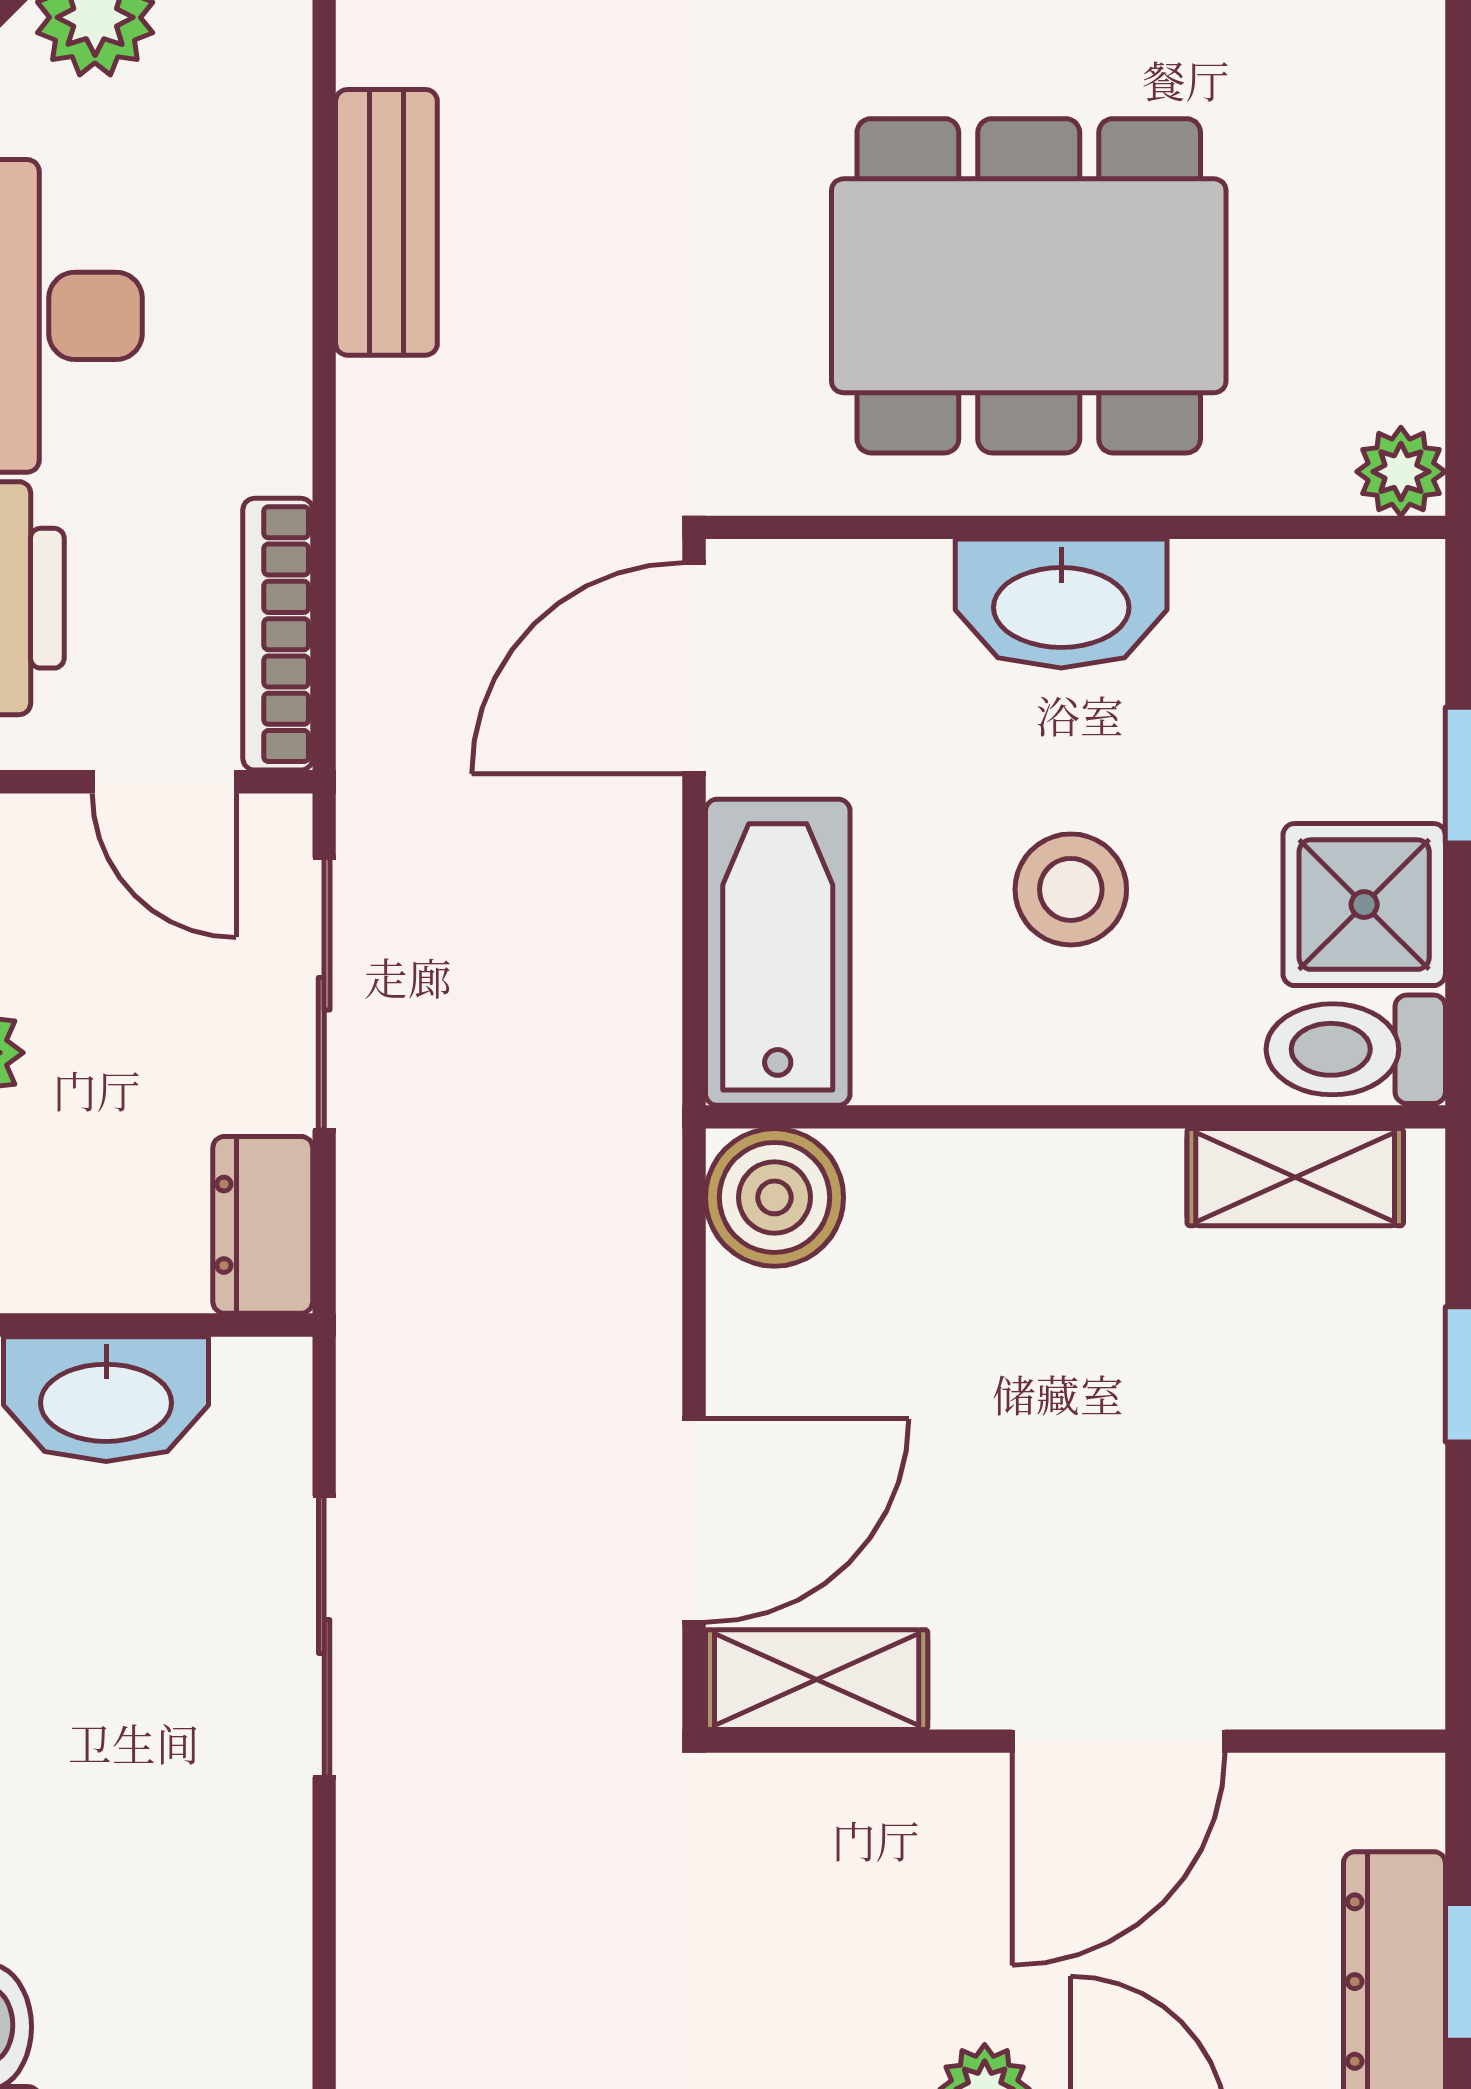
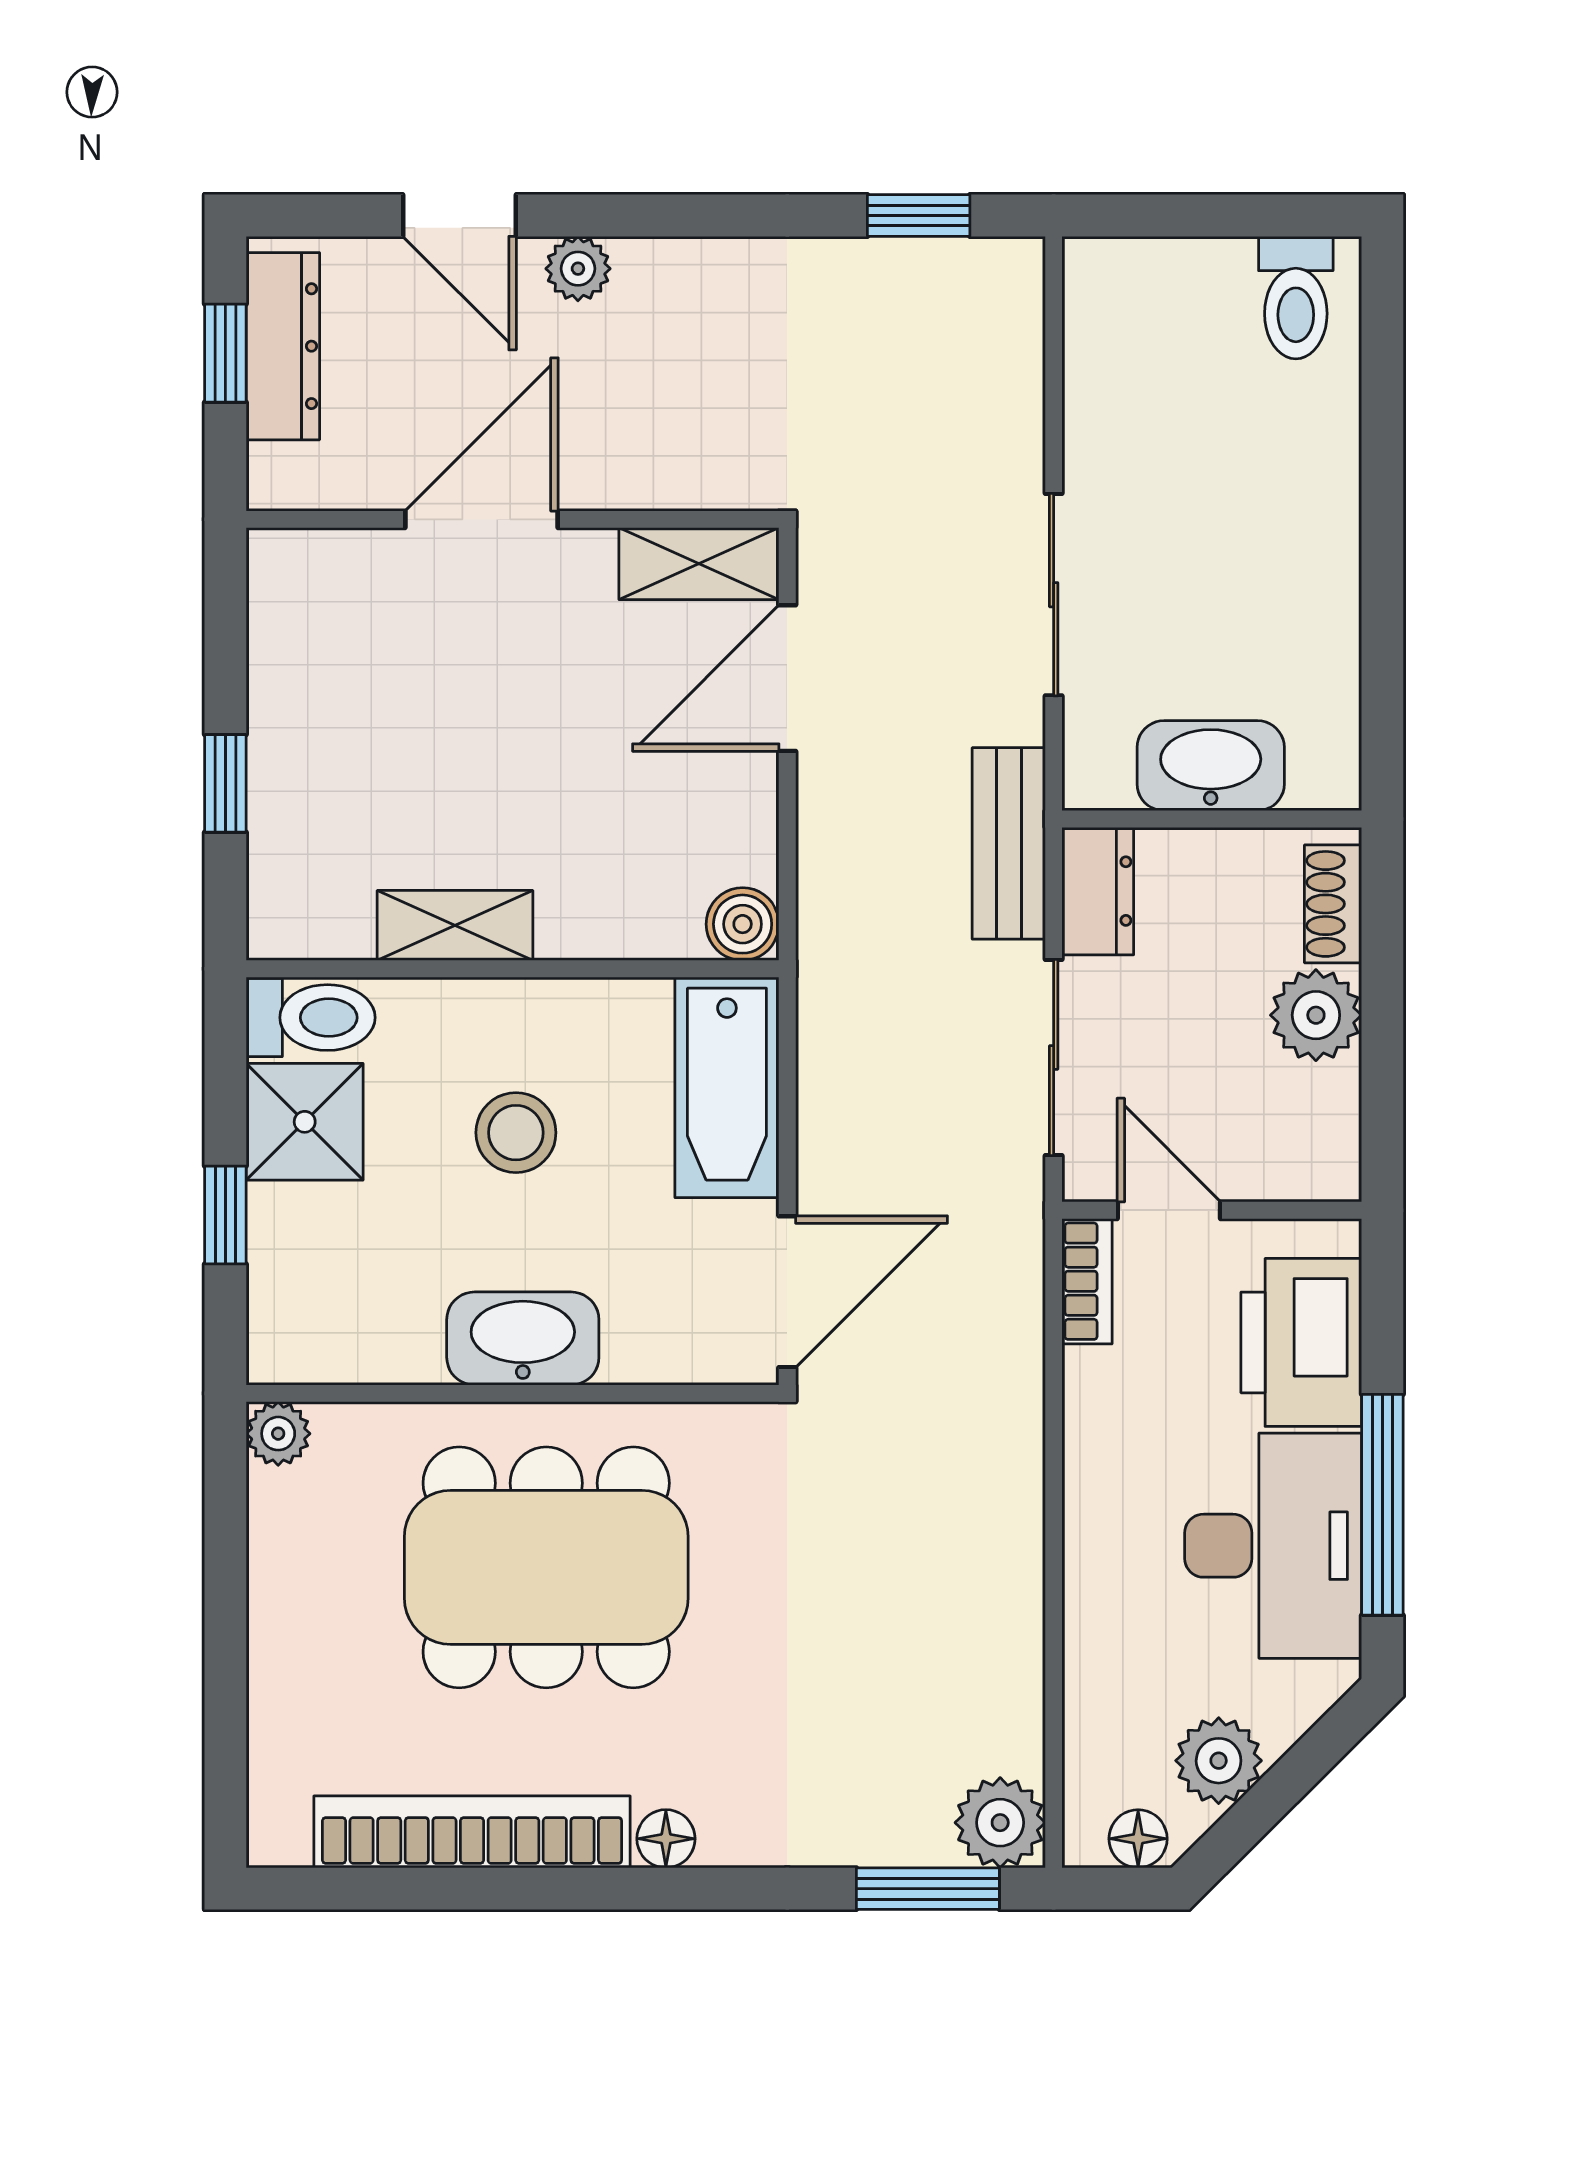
bench: (386, 222) -> (1009, 843), moved
bookcase: (278, 634) -> (1087, 1281), width x0.64
shelving: (1295, 1177) -> (455, 925), moved
boiler: (774, 1197) -> (743, 924), width x0.73, depth x0.73

